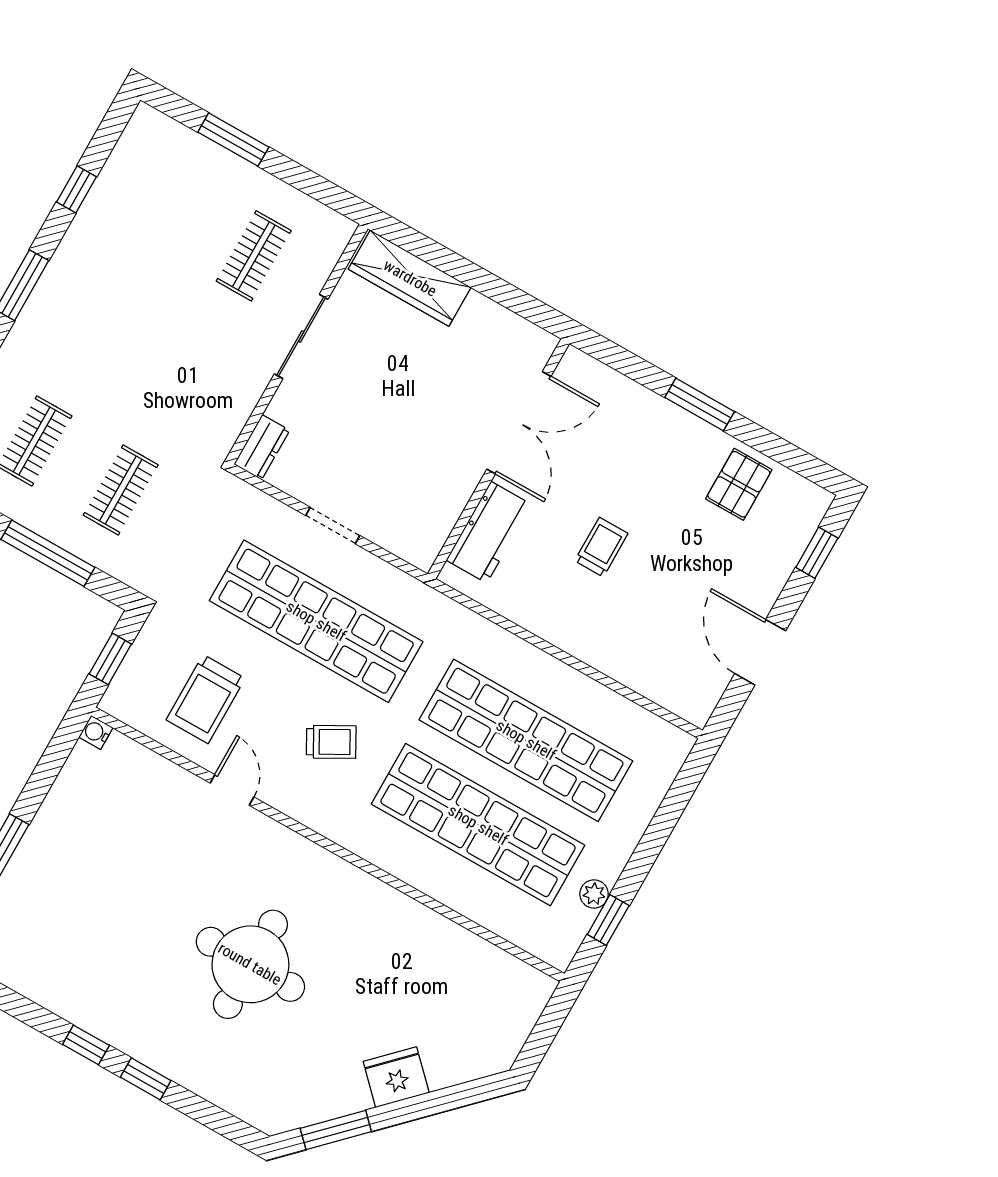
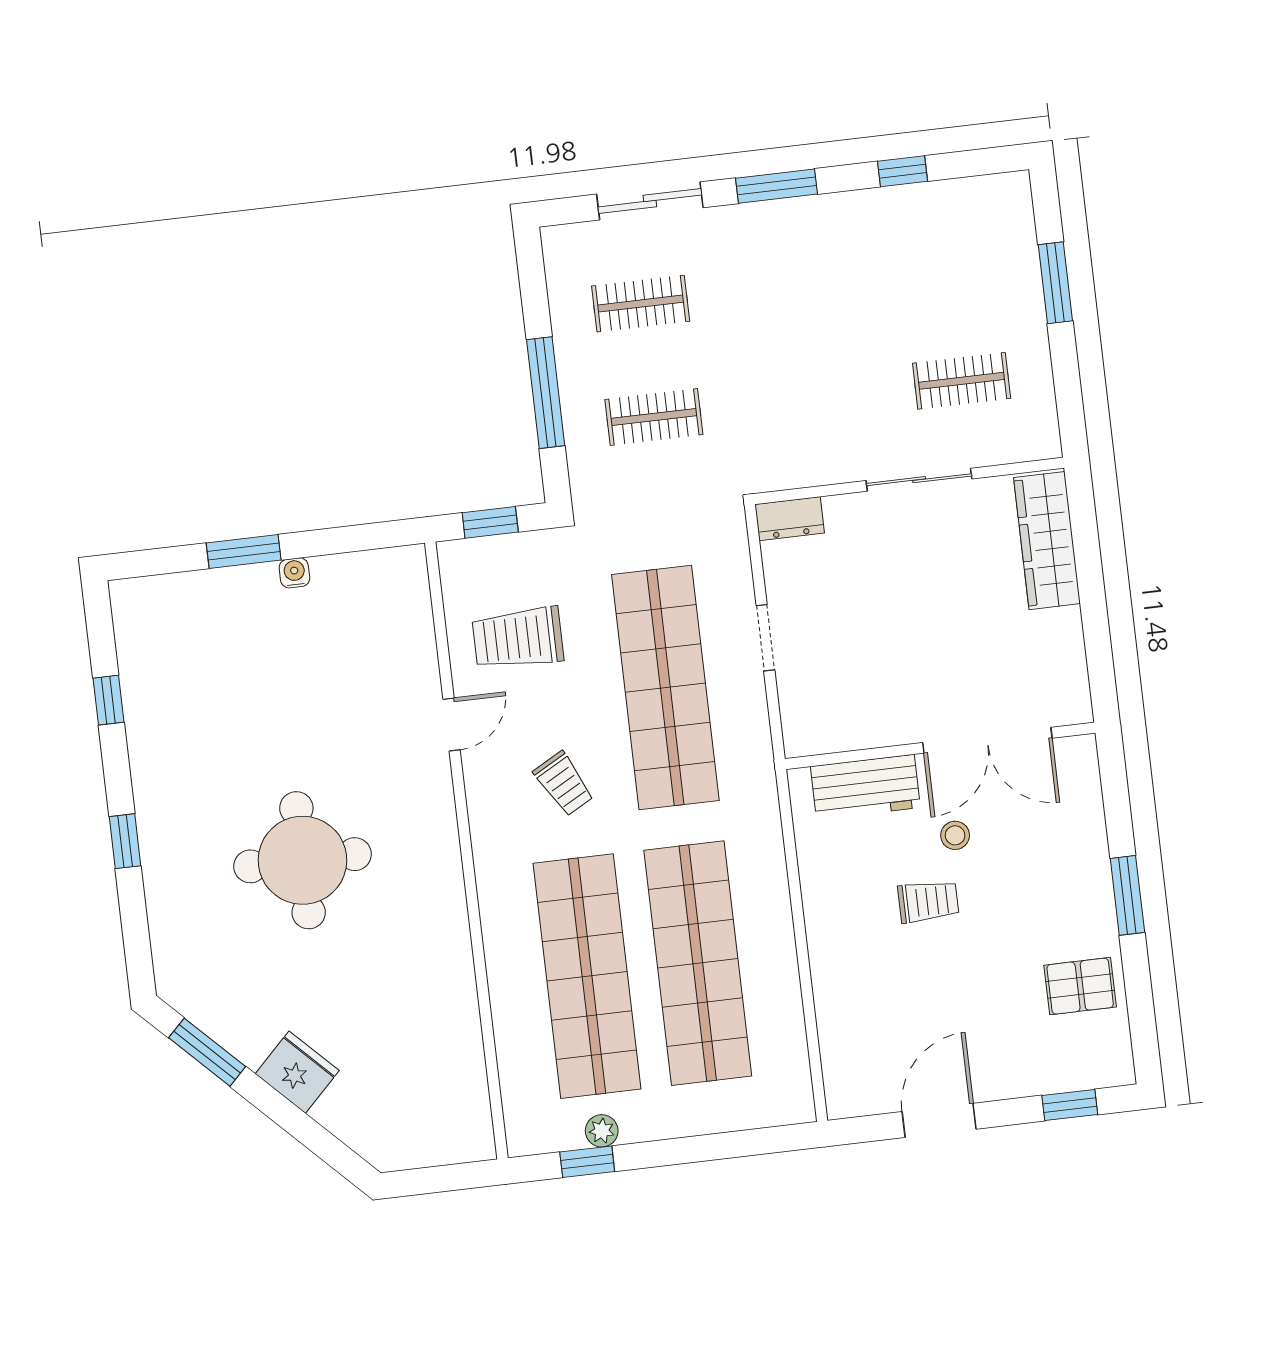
stool: (569, 494) -> (955, 835), added
water cooler: (96, 732) -> (294, 573), moved
window: (86, 1045) -> (108, 700), moved

